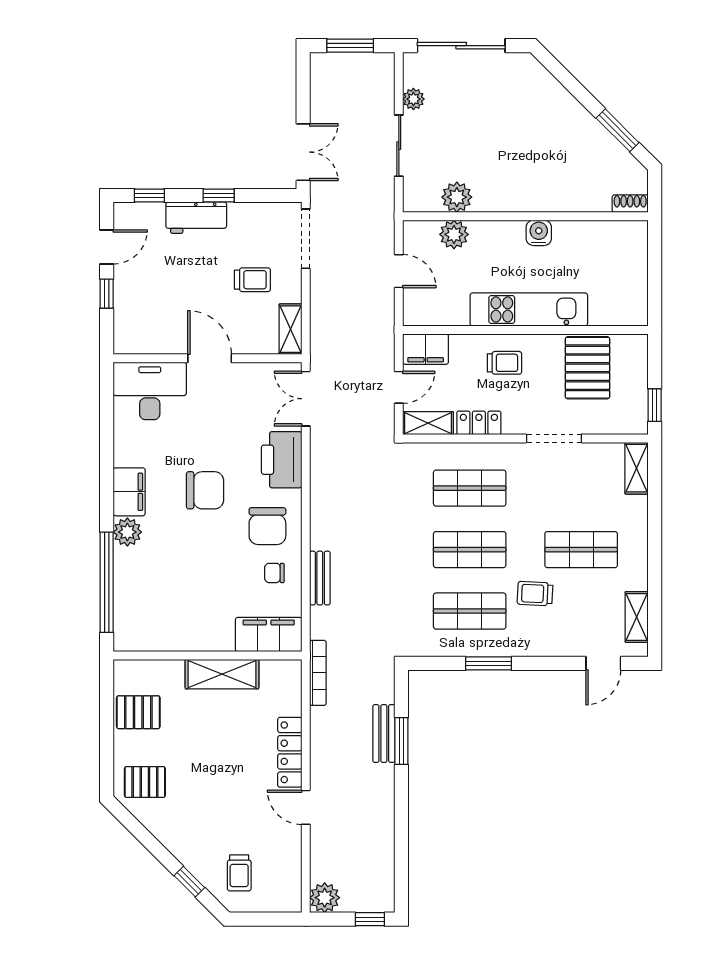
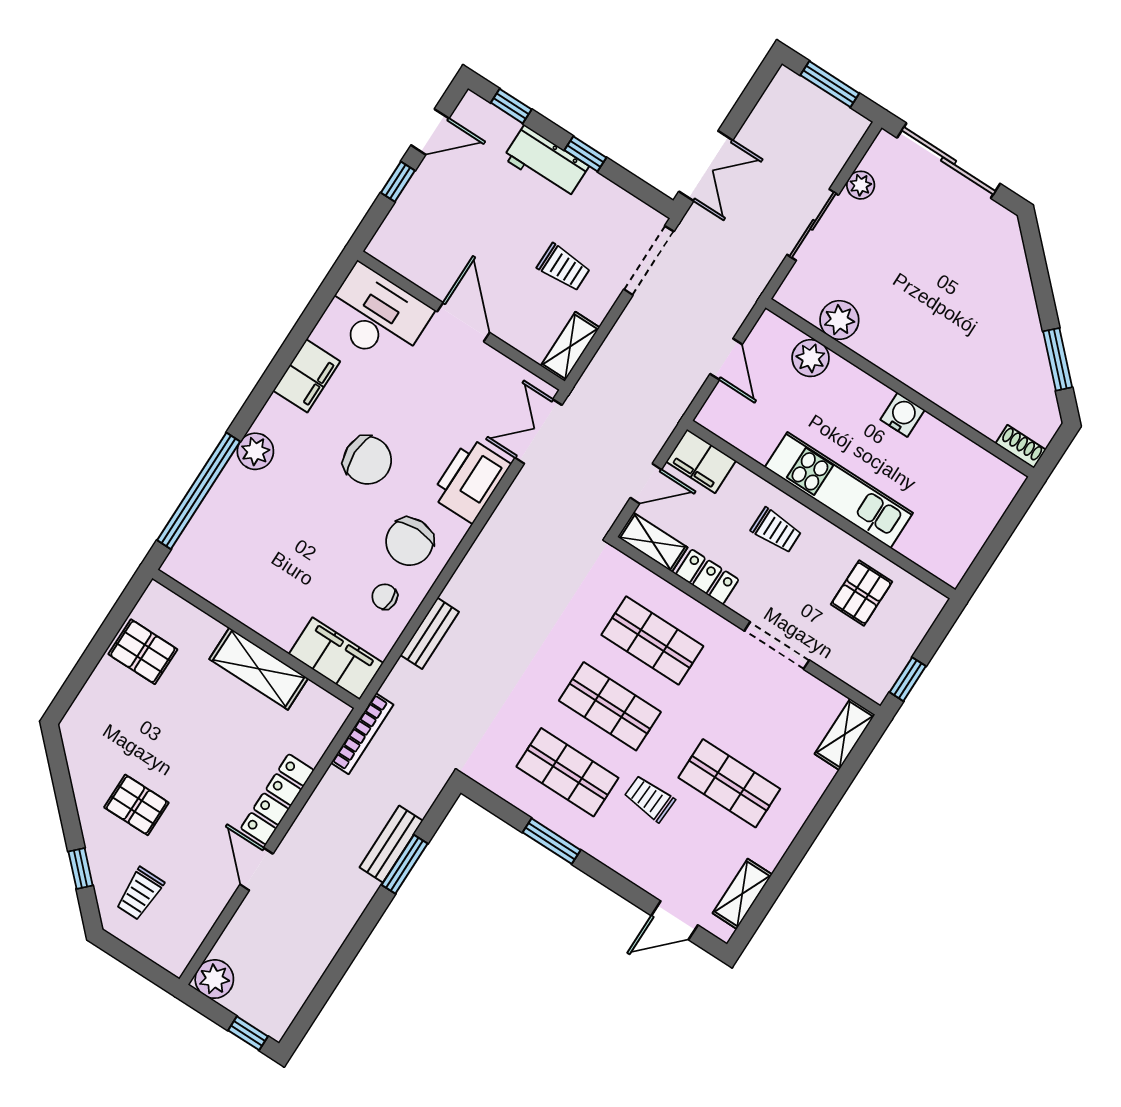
pallet: (588, 368) -> (862, 593), width x0.67, depth x0.71
filing cabinet: (129, 492) -> (307, 376), moved
pallet: (145, 782) -> (136, 805), moved

